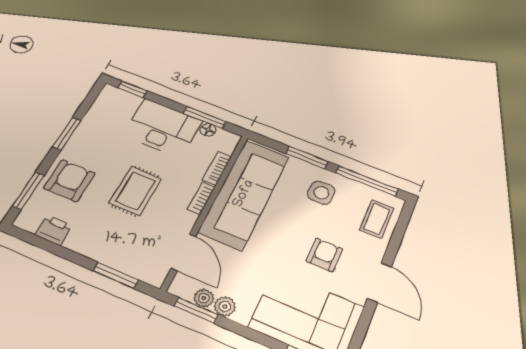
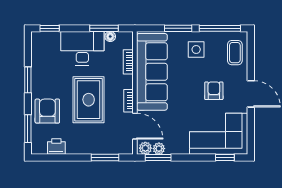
rug: (135, 191) -> (89, 100), width x1.36, depth x1.43
bookcase: (201, 198) -> (128, 101), moved
plant: (225, 306) -> (145, 148), moved

